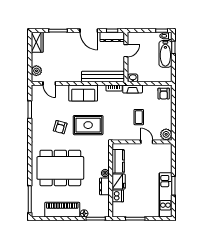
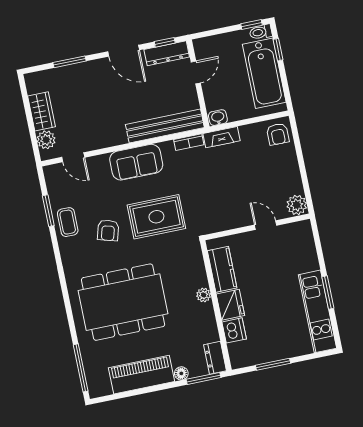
wardrobe: (37, 42) -> (41, 111), moved
bathtub: (165, 54) -> (264, 73), width x1.36, depth x1.36
coffee table: (139, 117) -> (68, 222), moved
dresser: (104, 186) -> (215, 358), moved

